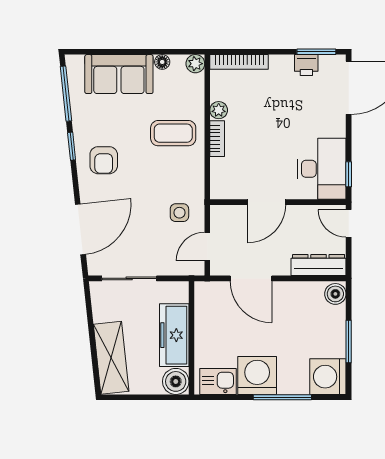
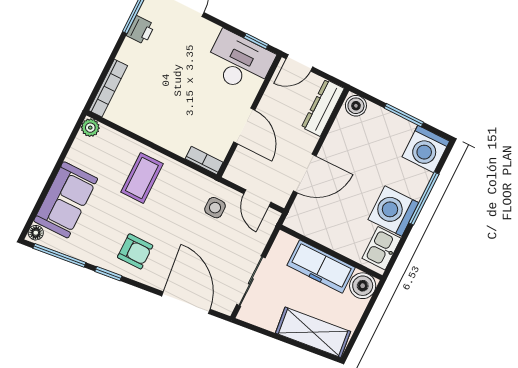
floor lamp: (162, 62) -> (36, 233), moved
plant: (219, 110) -> (142, 128), removed
bookcase: (217, 139) -> (204, 161), moved

